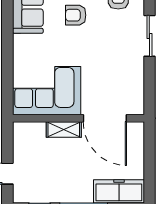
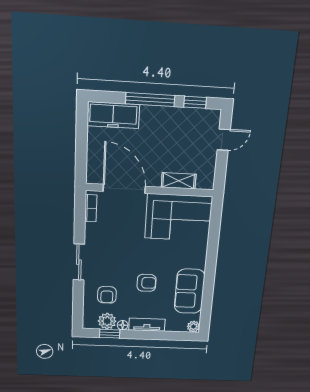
bookcase: (138, 96) -> (91, 208), added
shelving: (64, 130) -> (179, 181), moved

